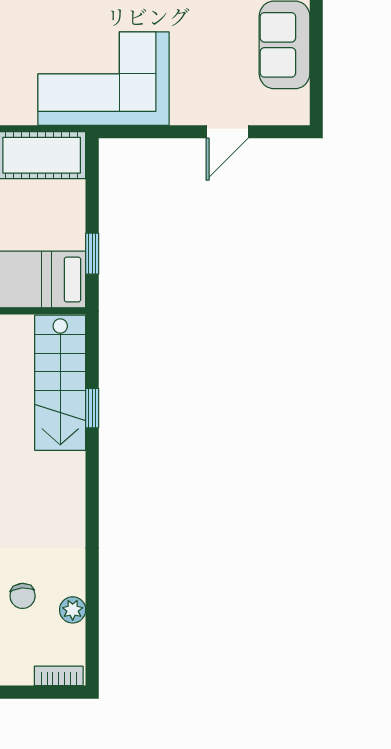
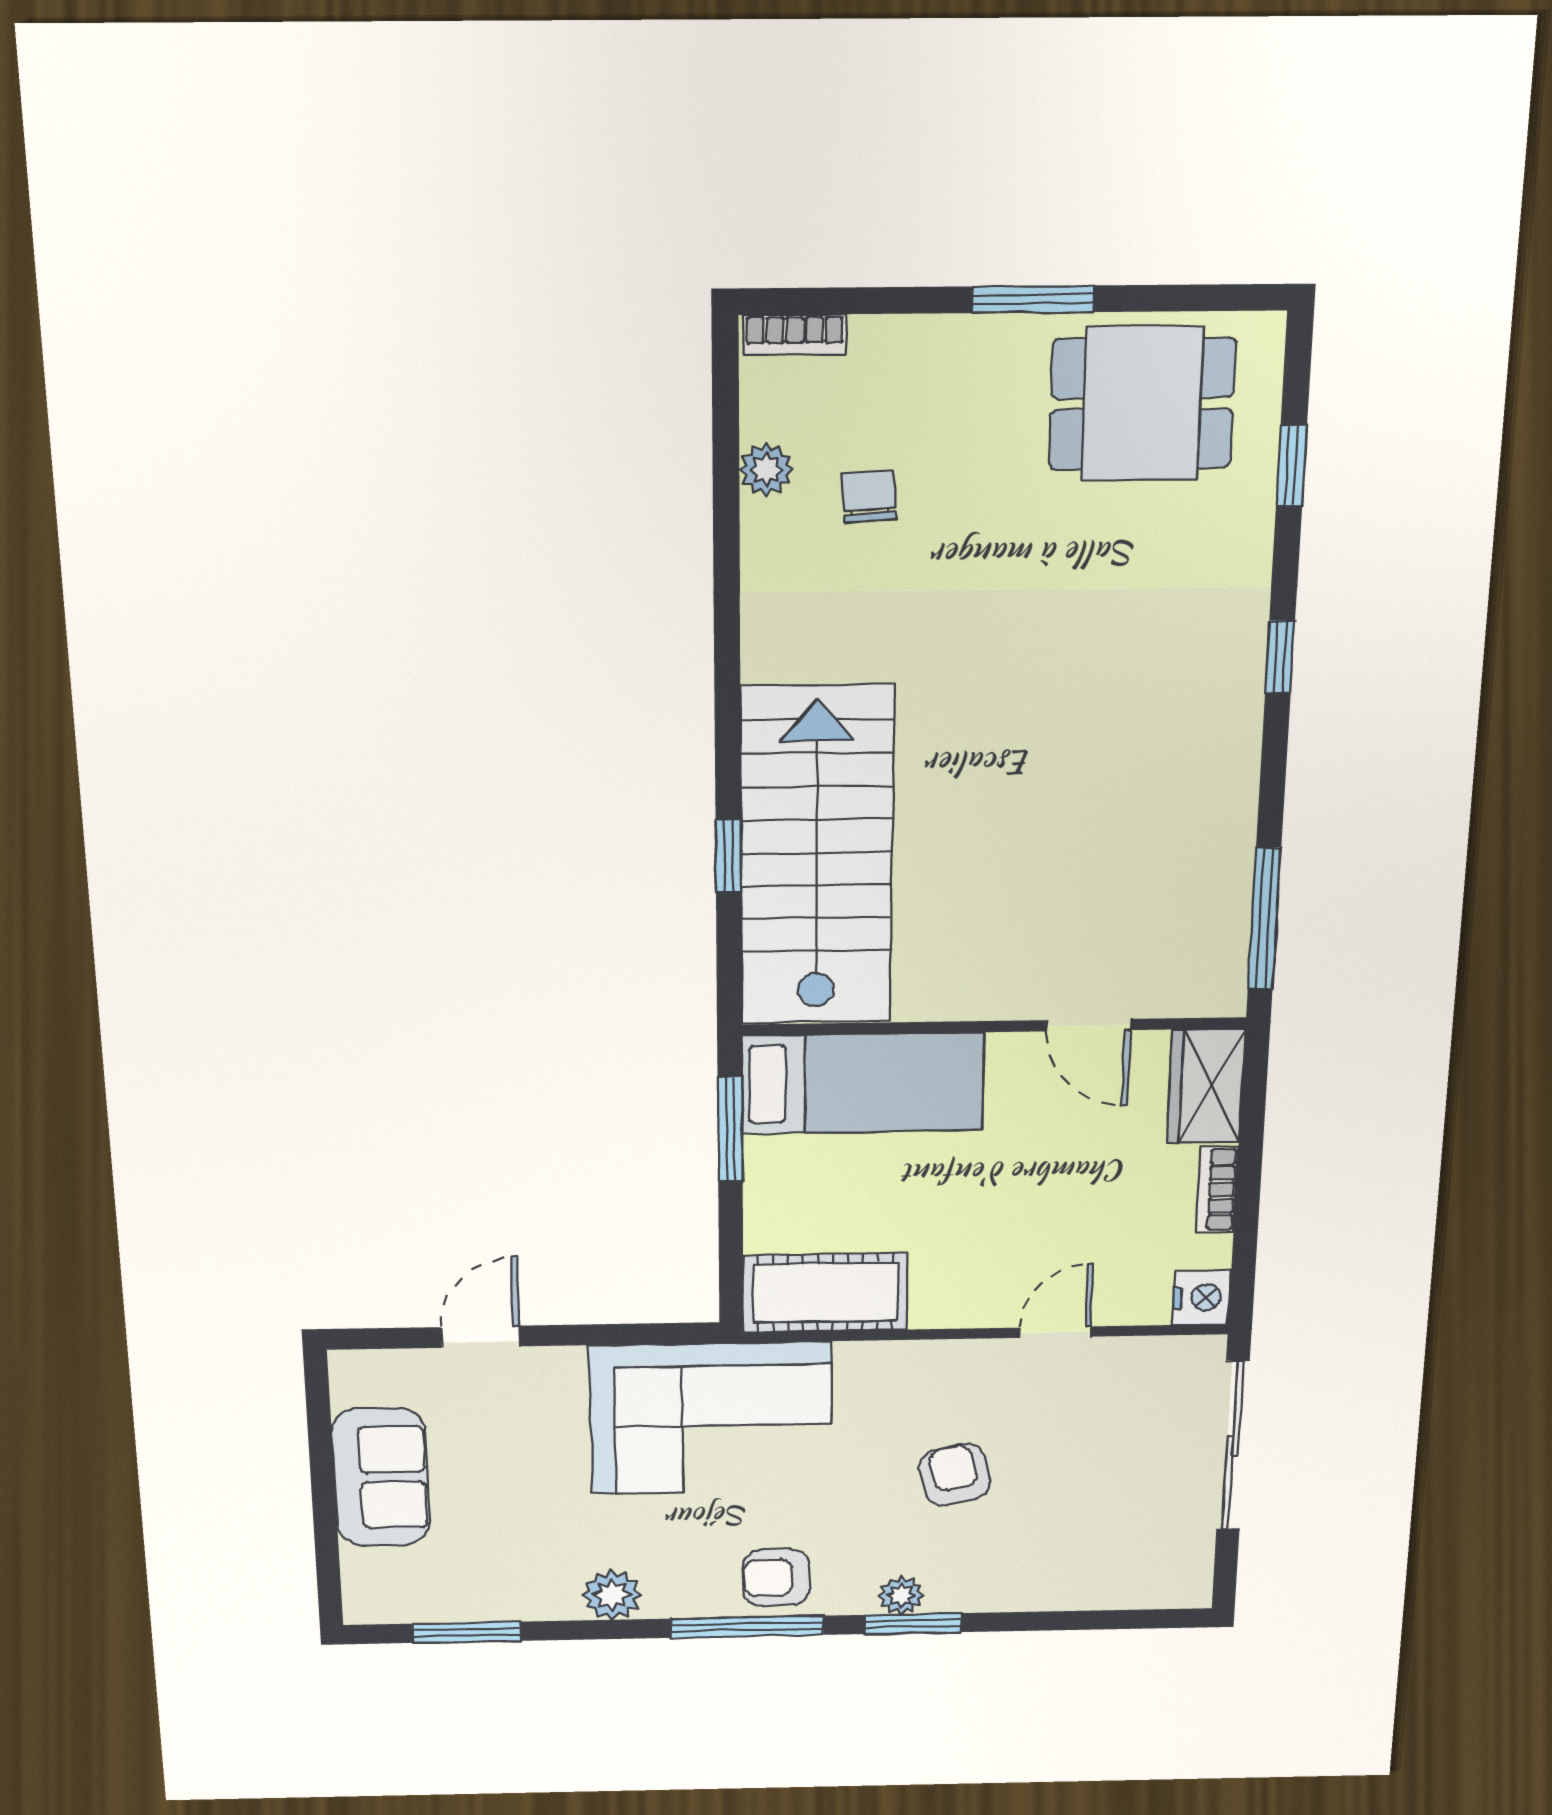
window: (92, 254) -> (730, 1130), width x1.50
stairs: (60, 383) -> (817, 857), width x1.36, depth x1.51

